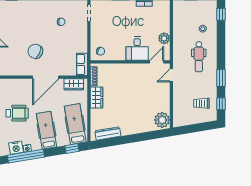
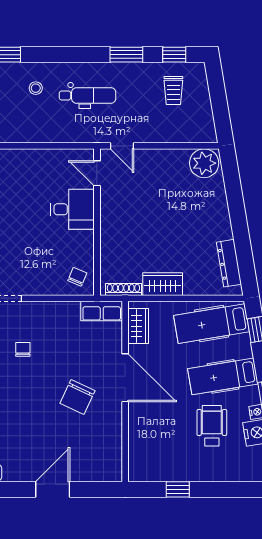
plant: (164, 38) -> (54, 159), removed
wheelchair: (17, 113) -> (212, 426), moved

